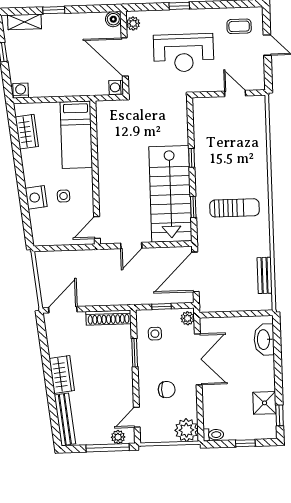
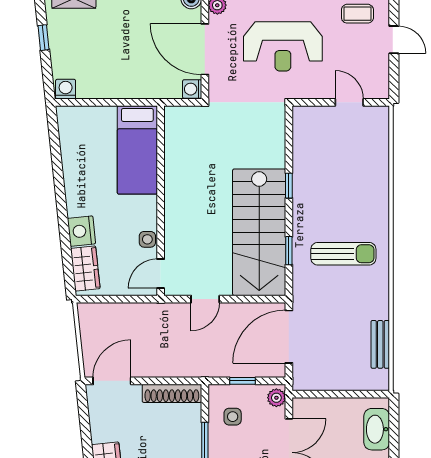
wardrobe: (27, 132) -> (85, 269), moved
side table: (64, 196) -> (147, 239), moved

